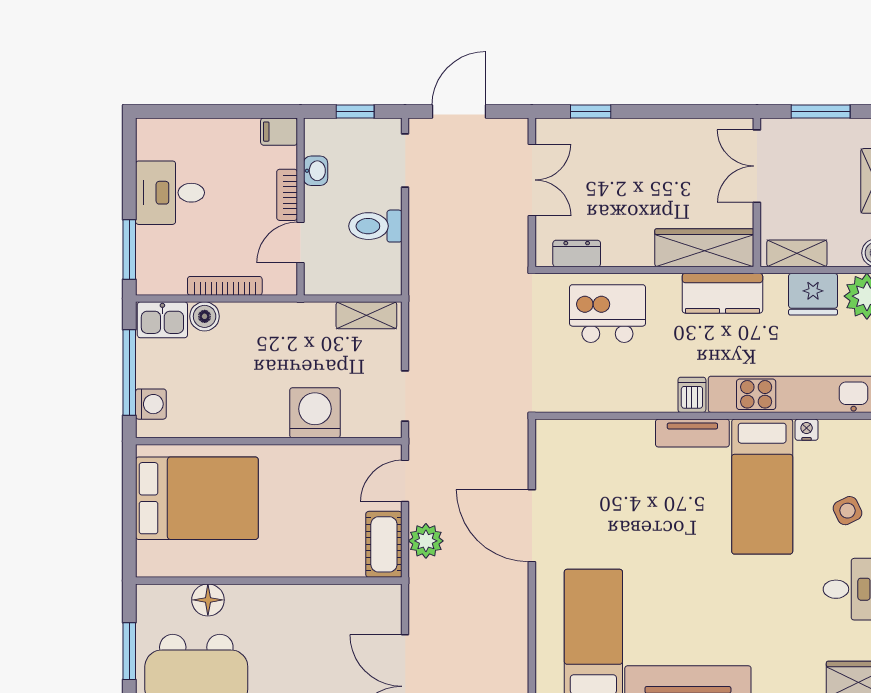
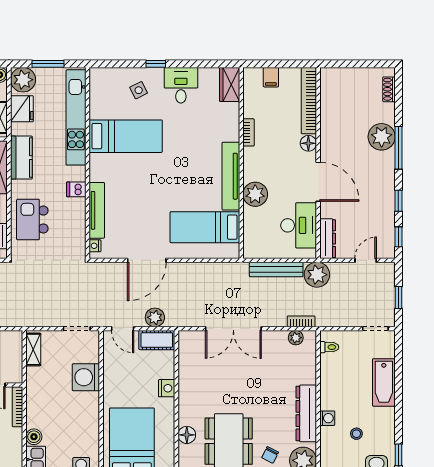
bookcase: (225, 286) -> (17, 407), moved
dishwasher: (692, 395) -> (76, 189), moved
nightstand: (807, 430) -> (95, 246), moved
tv unit: (692, 433) -> (97, 210), moved, width x1.41
nightstand: (295, 563) -> (167, 388), added

